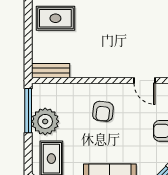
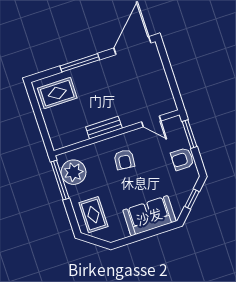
bench: (51, 71) -> (104, 128), moved
plant: (45, 121) -> (74, 172), moved

